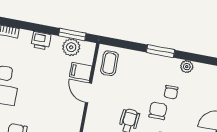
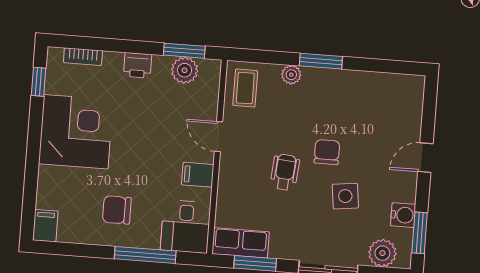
plant: (187, 67) -> (291, 75), moved
filing cabinet: (81, 71) -> (198, 175), moved
chair: (171, 92) -> (344, 122), removed

